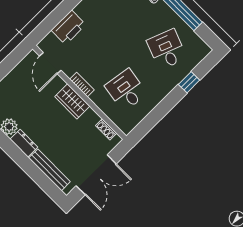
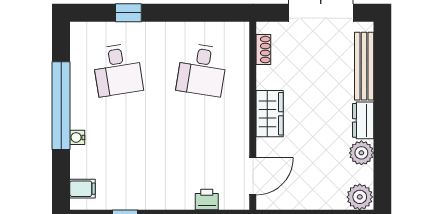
printer: (69, 27) -> (207, 200), width x0.53, depth x0.68
desk: (167, 49) -> (118, 70), turned -30
bookcase: (82, 85) -> (242, 121), removed

